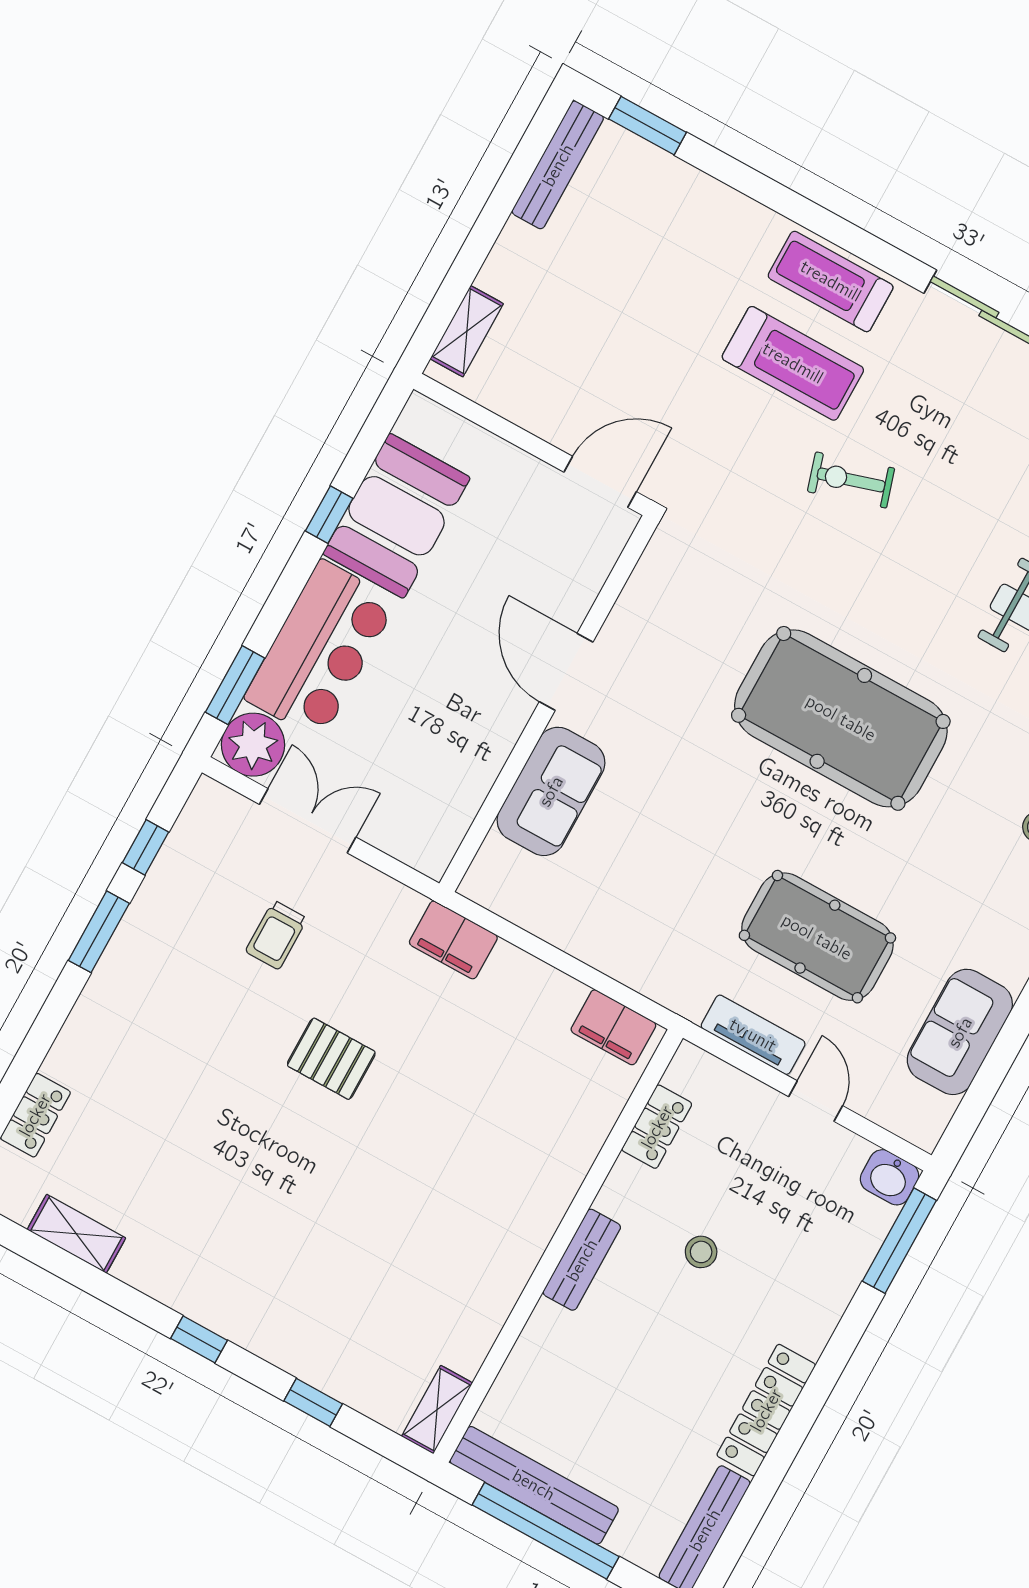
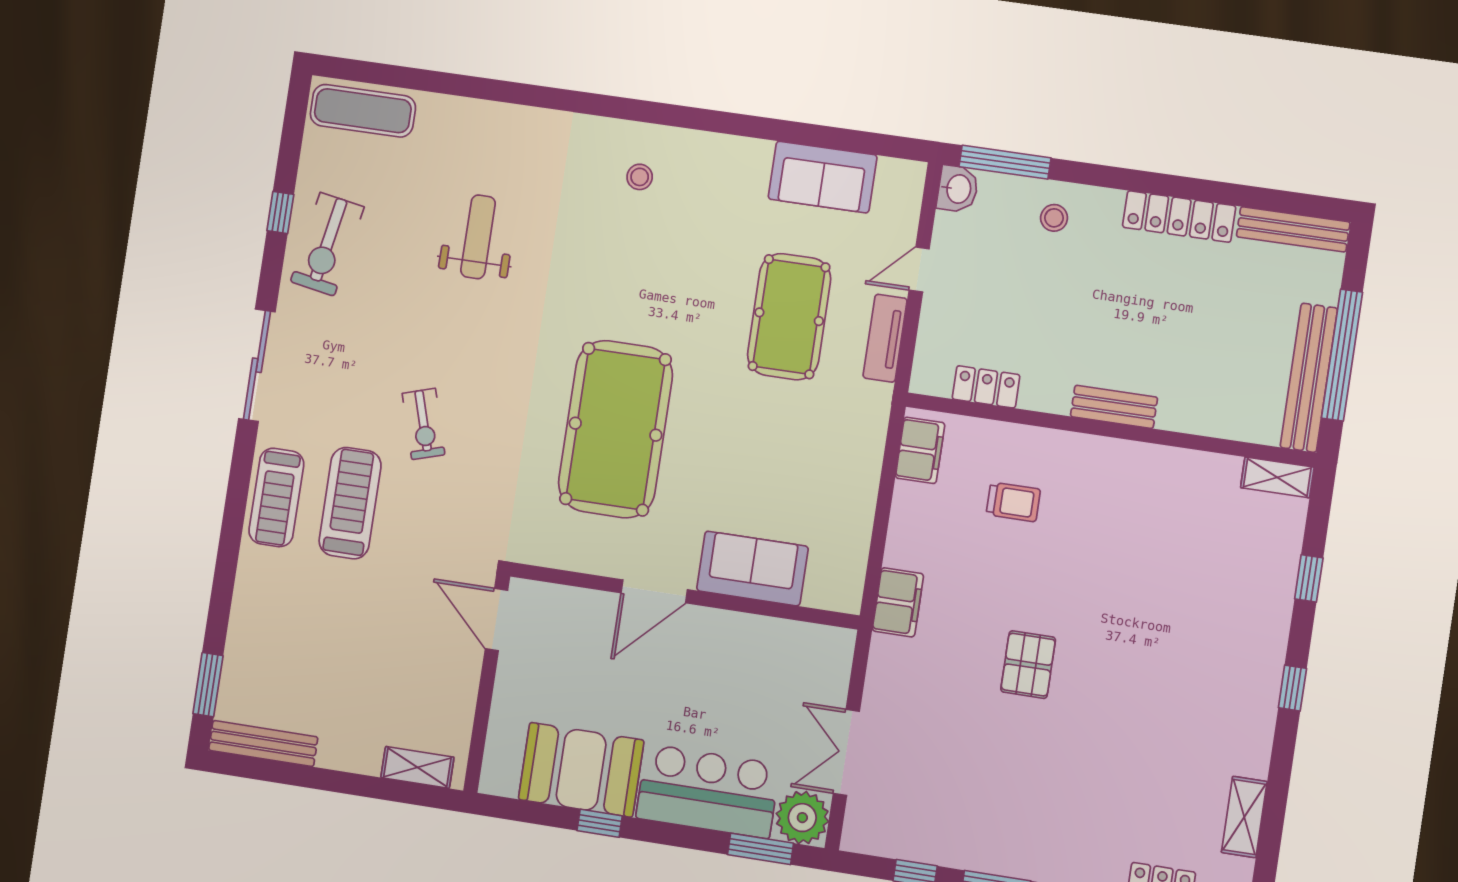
pool table: (841, 718) -> (616, 429), moved
trolley: (276, 935) -> (1013, 502), moved
stool: (701, 1252) -> (1054, 218), moved

